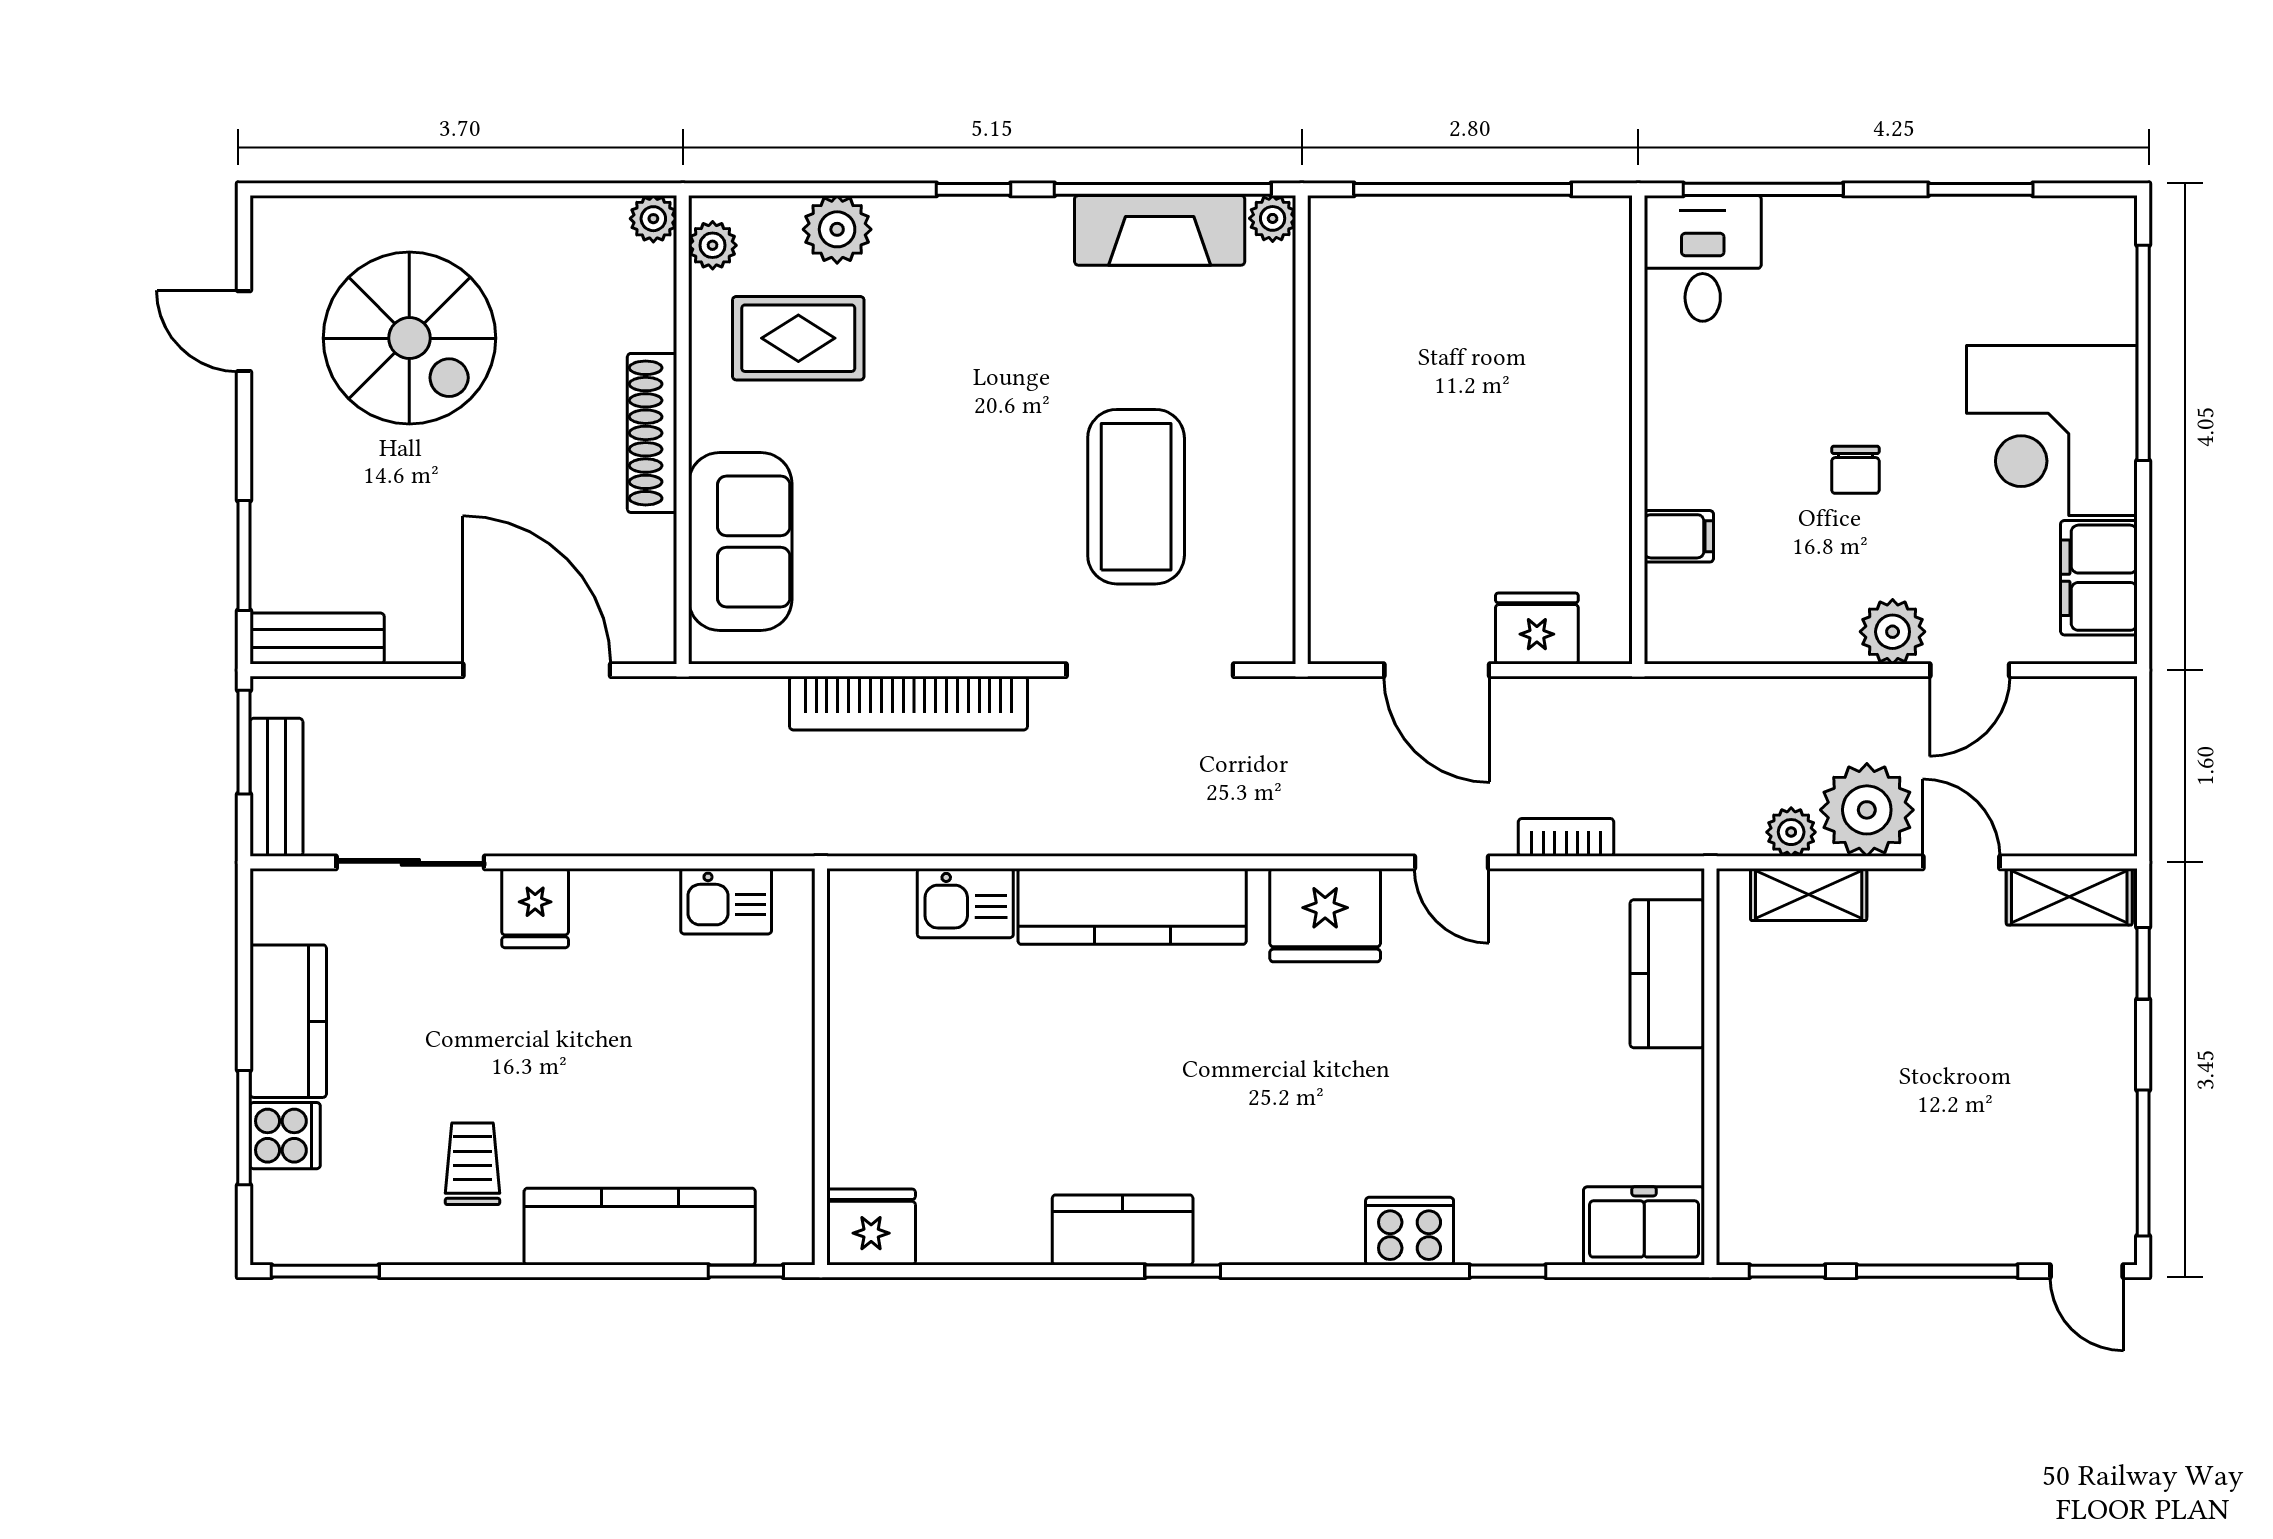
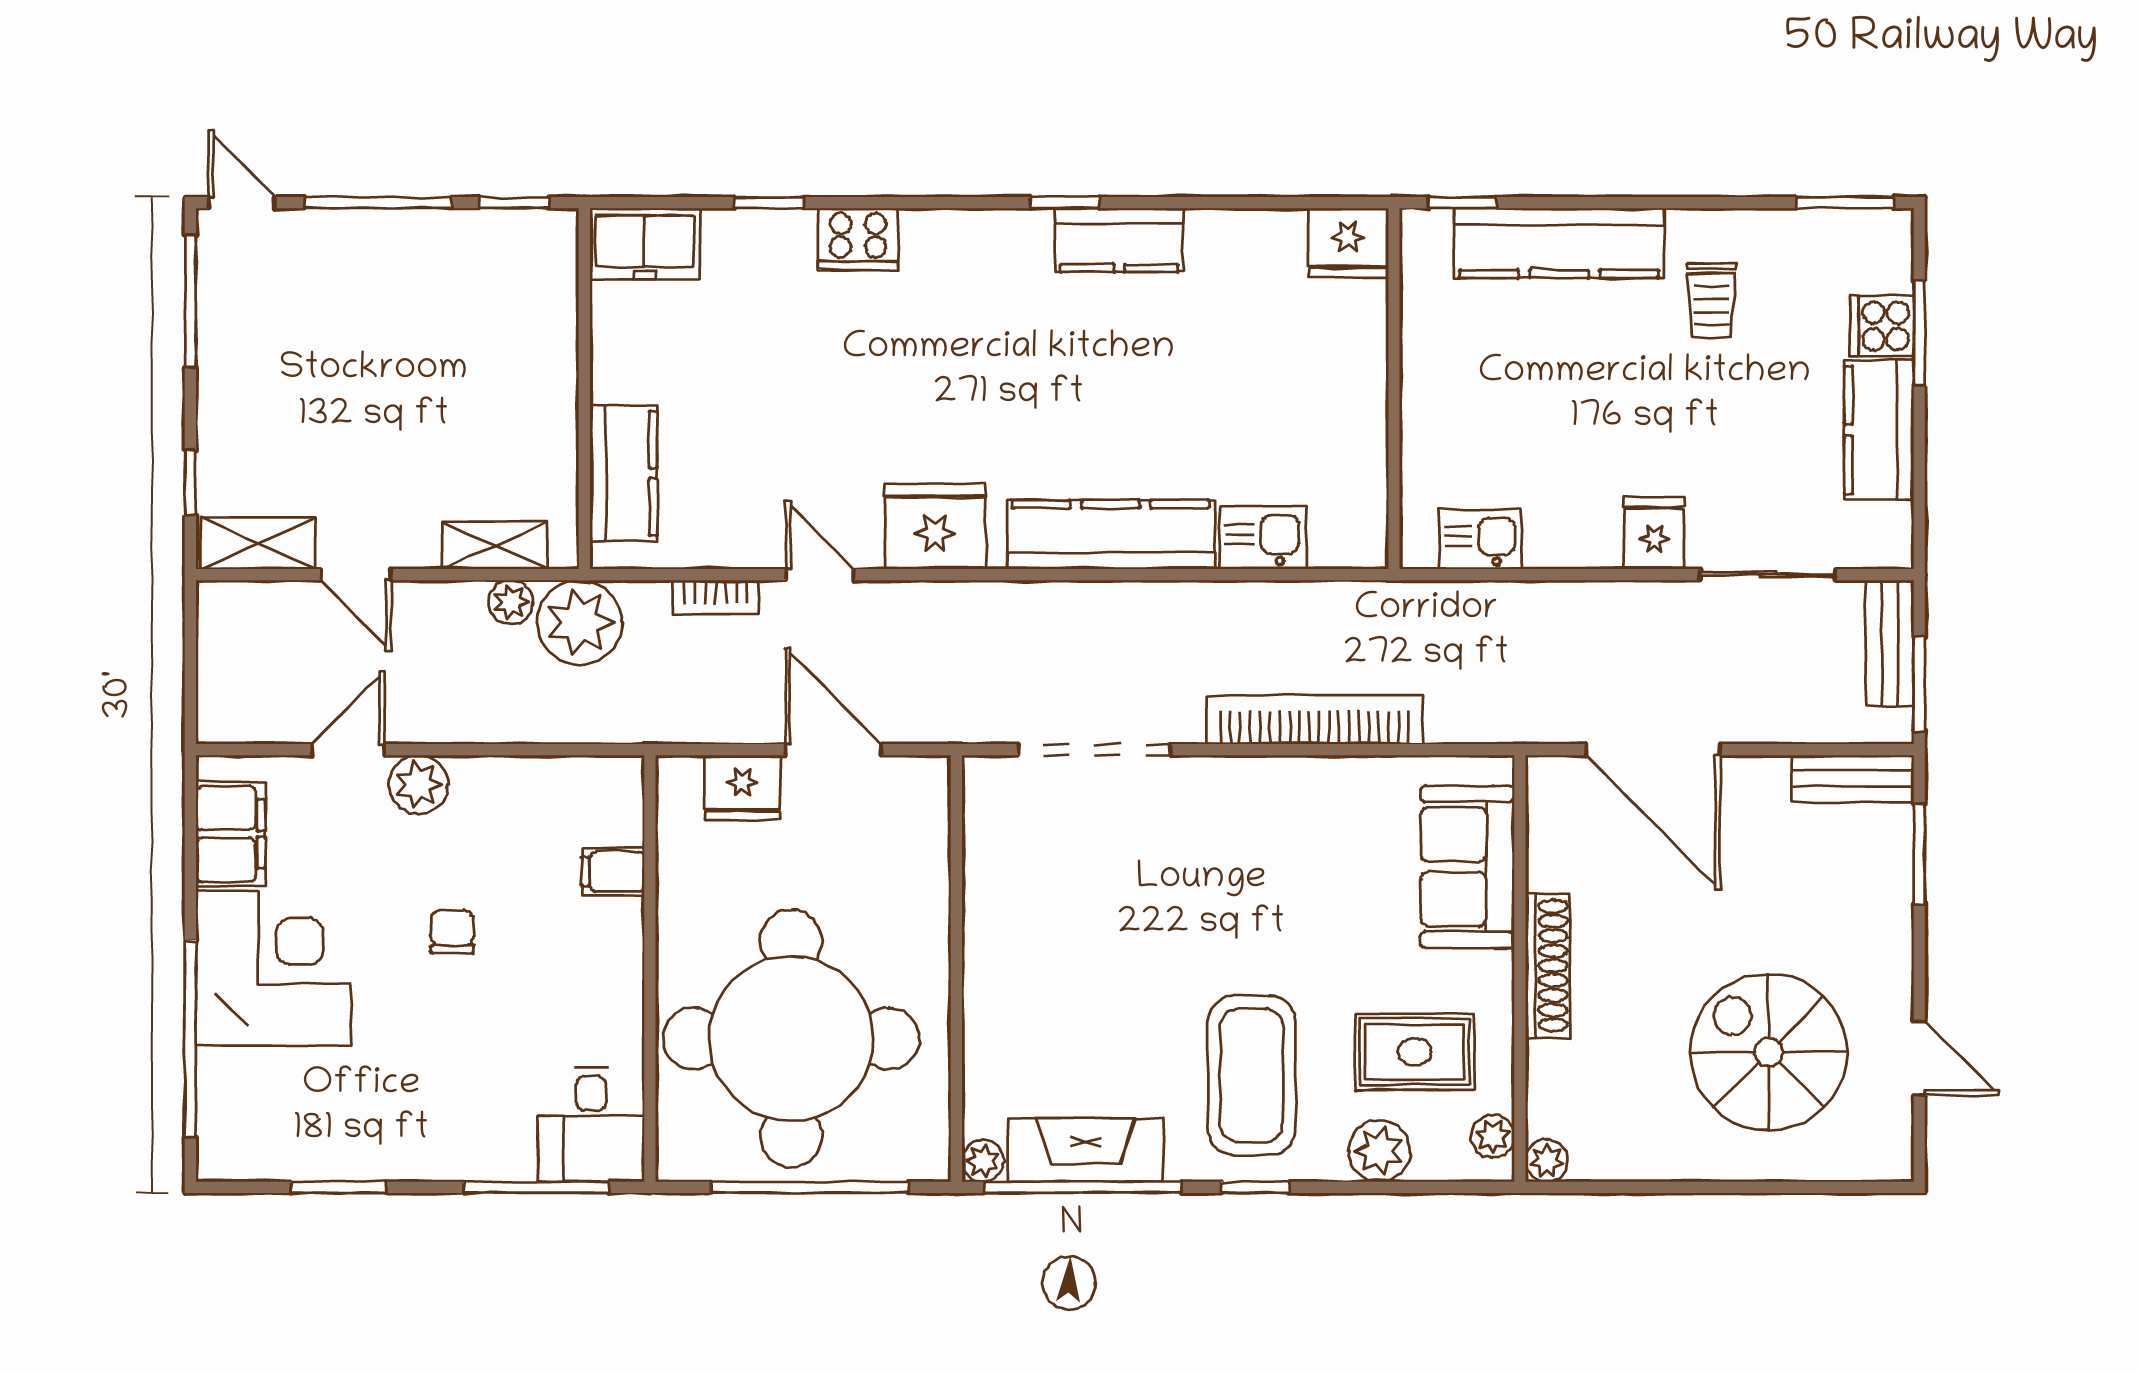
round table: (1483, 353) -> (791, 1038), added
coffee table: (1136, 497) -> (1252, 1075), moved
plant: (1867, 810) -> (580, 622), moved

